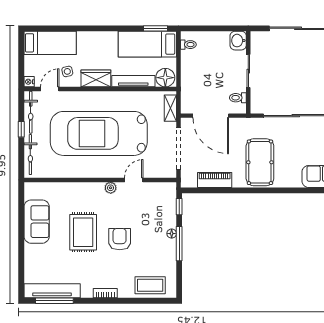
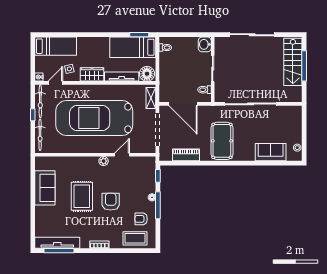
armchair: (158, 261) -> (141, 219), added

